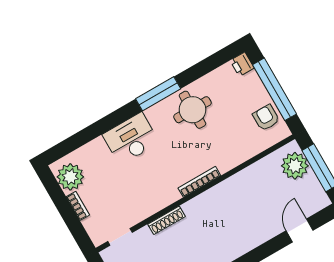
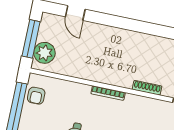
door: (299, 230) -> (75, 13), hinge flipped

